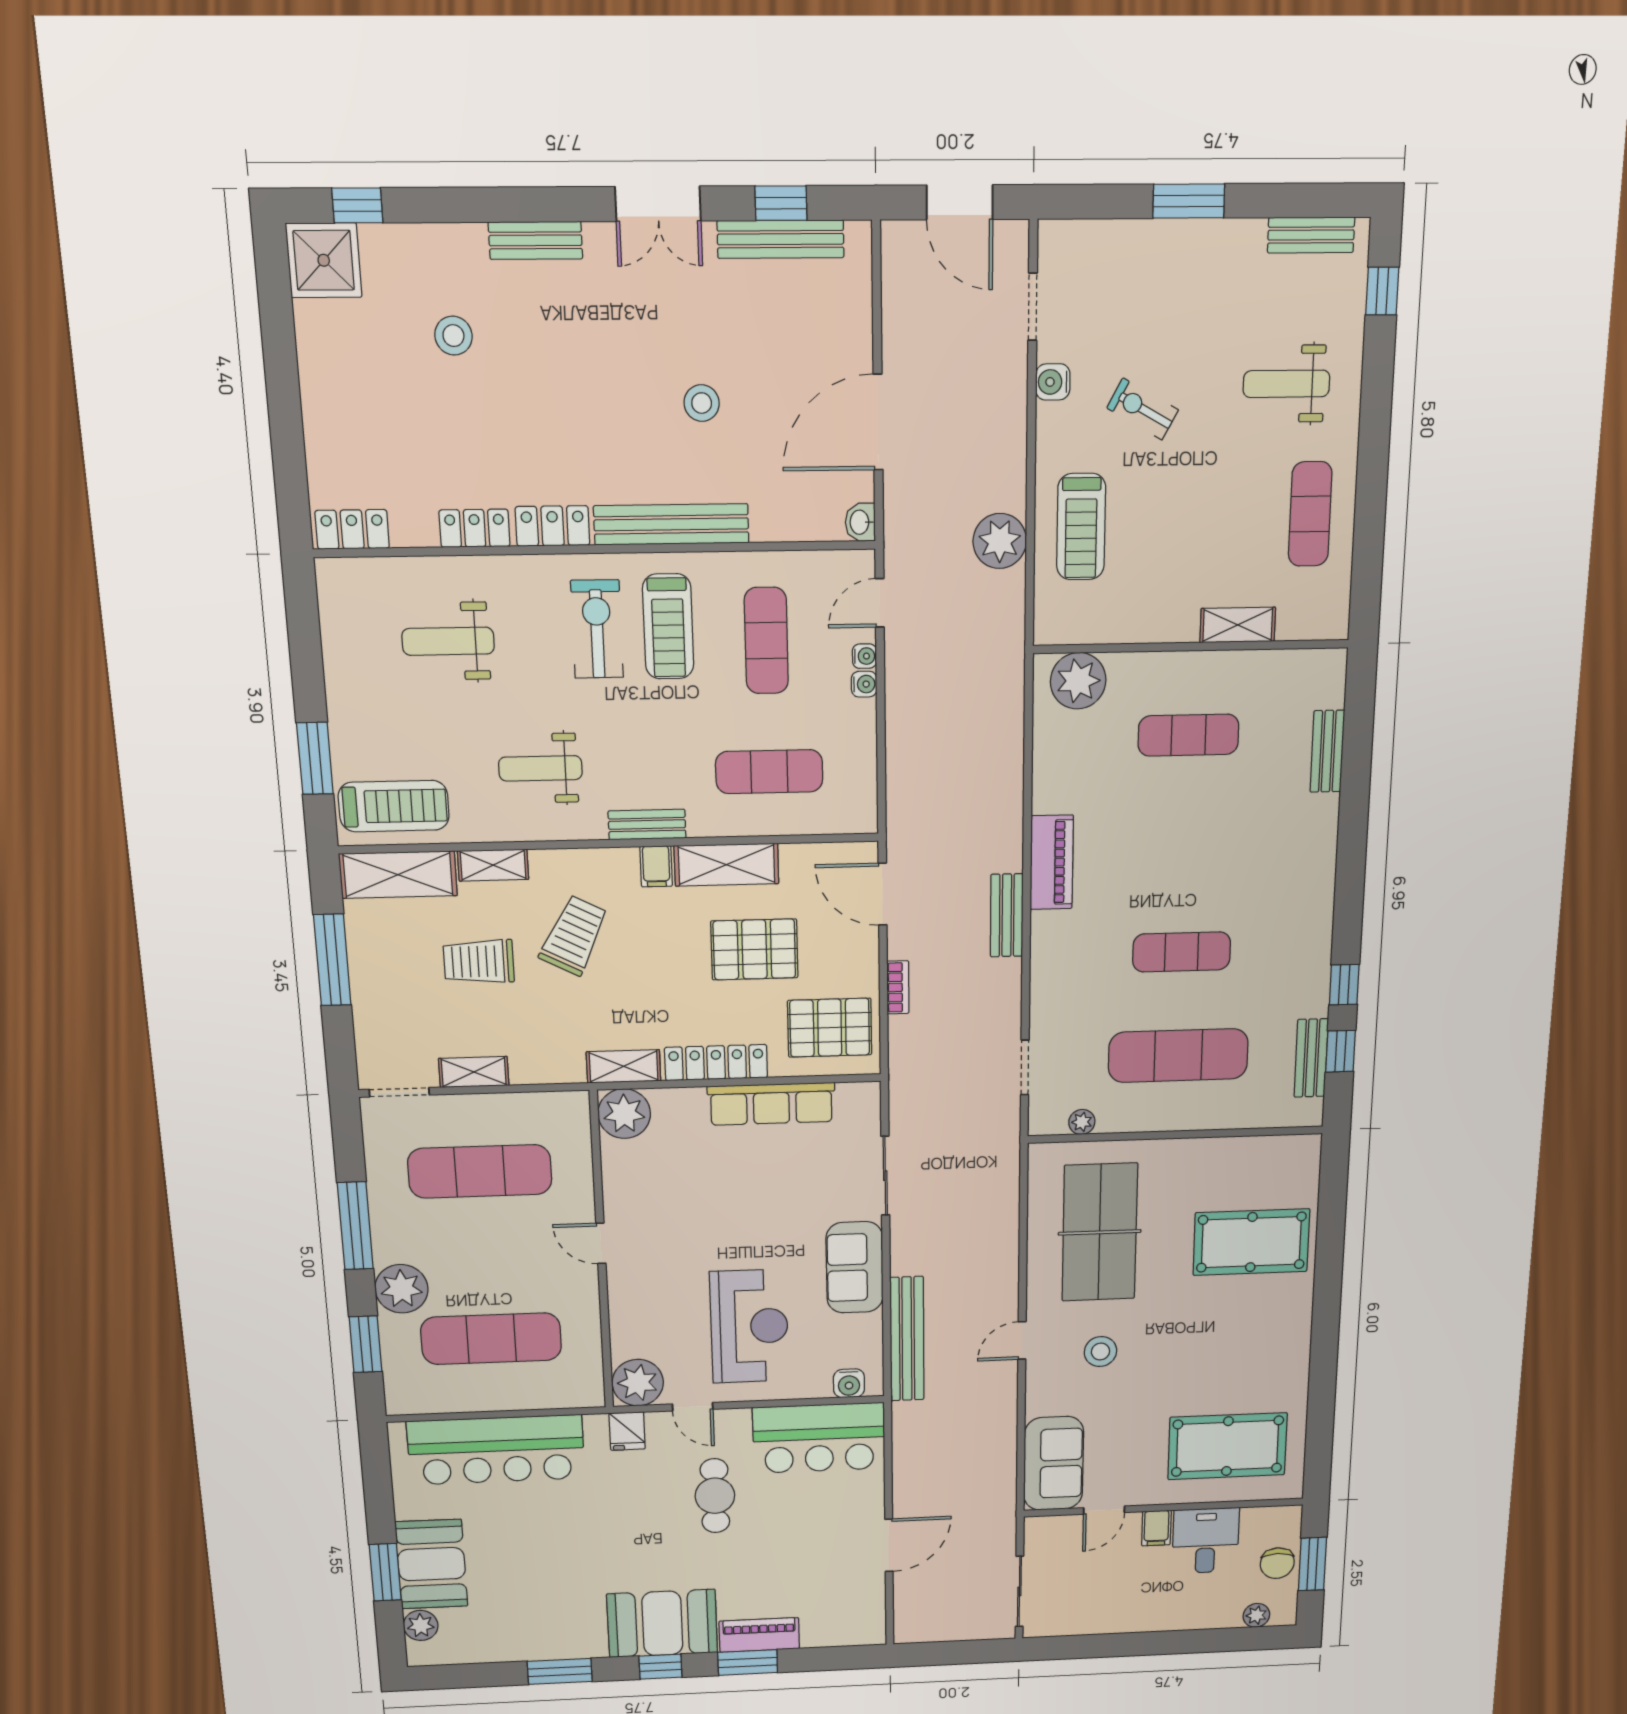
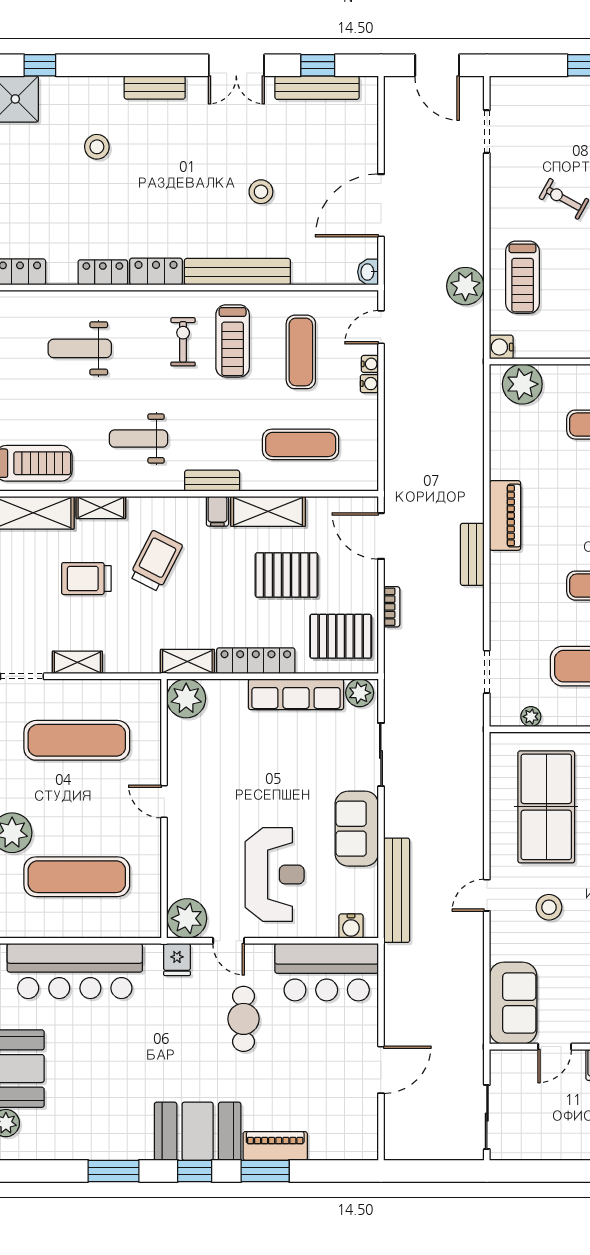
water cooler: (1053, 382) -> (501, 347), moved
exercise bike: (597, 629) -> (183, 342), width x0.73, depth x0.72
plant: (856, 1099) -> (360, 693), added

